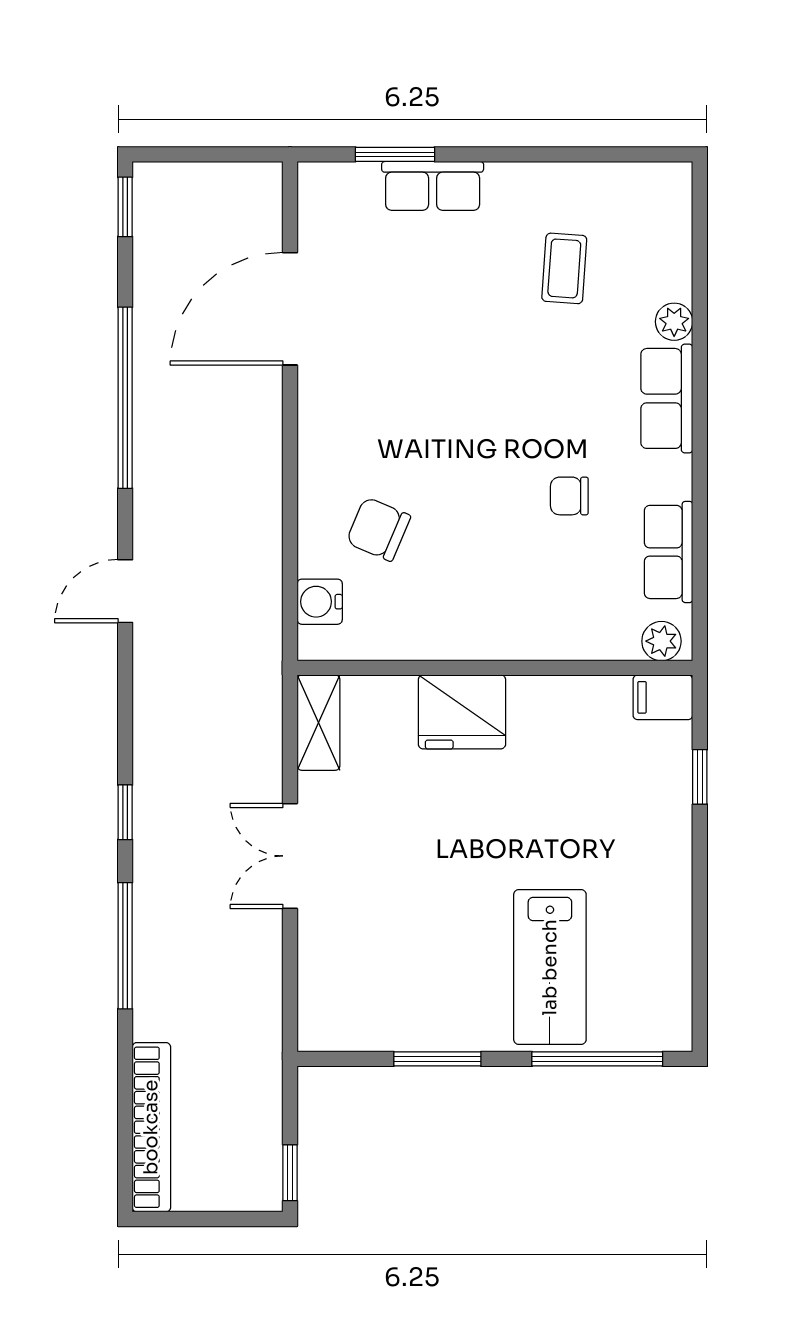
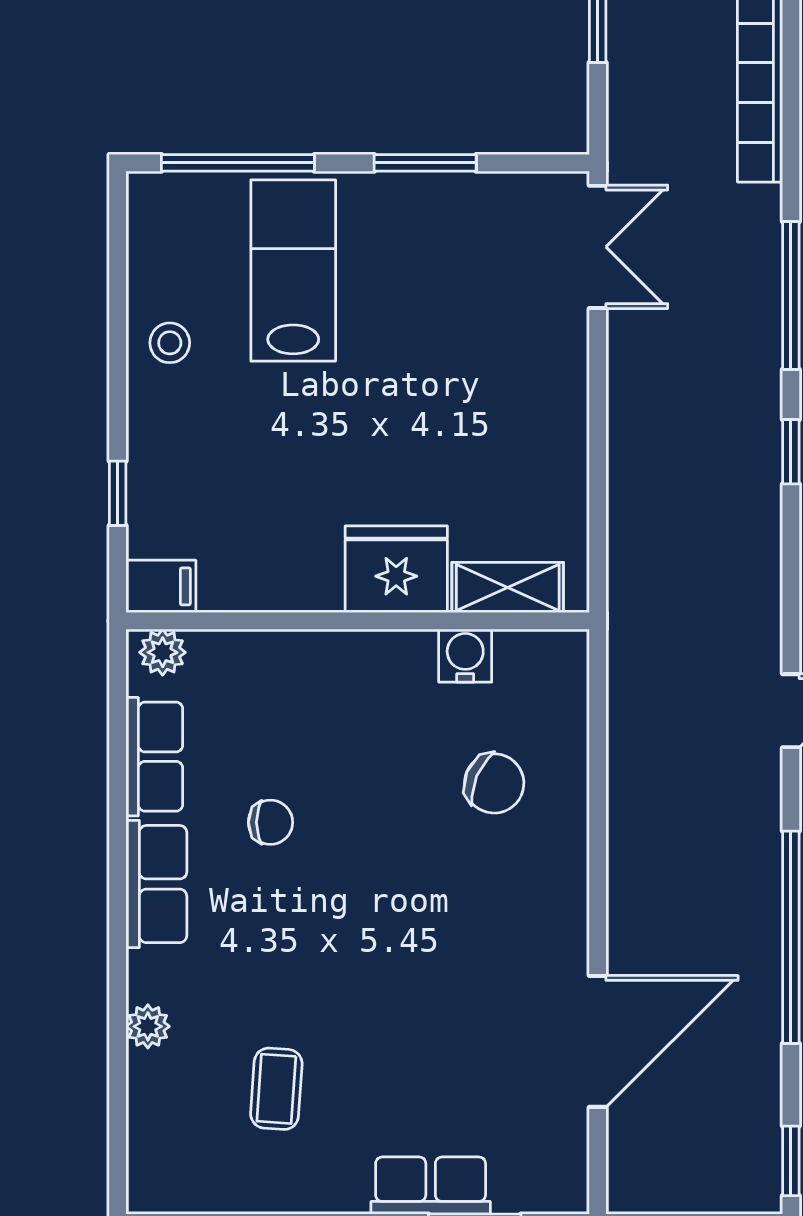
row of seats: (667, 398) -> (156, 884), moved
water cooler: (320, 602) -> (465, 656), moved, turned -90
shelving: (319, 723) -> (508, 587), moved, turned 90
double door: (290, 856) -> (598, 247), moved
stool: (655, 905) -> (170, 343), added

